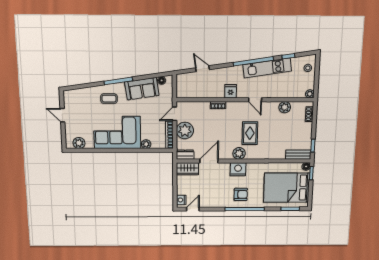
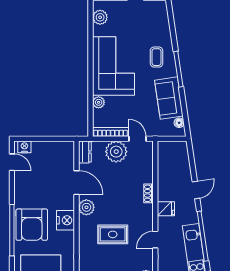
door: (202, 69) -> (196, 190), moved
plant: (239, 153) -> (86, 207), moved
wardrobe: (187, 169) -> (66, 155), removed
armchair: (241, 194) -> (32, 225), width x1.88, depth x1.88

